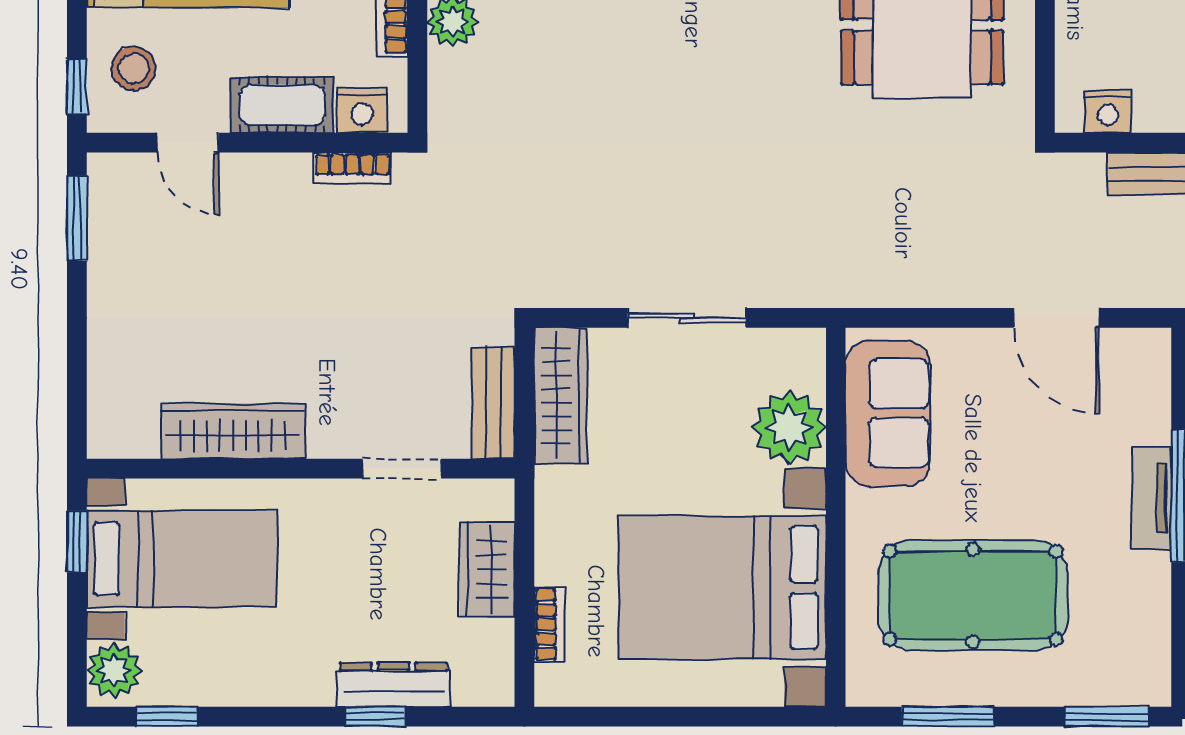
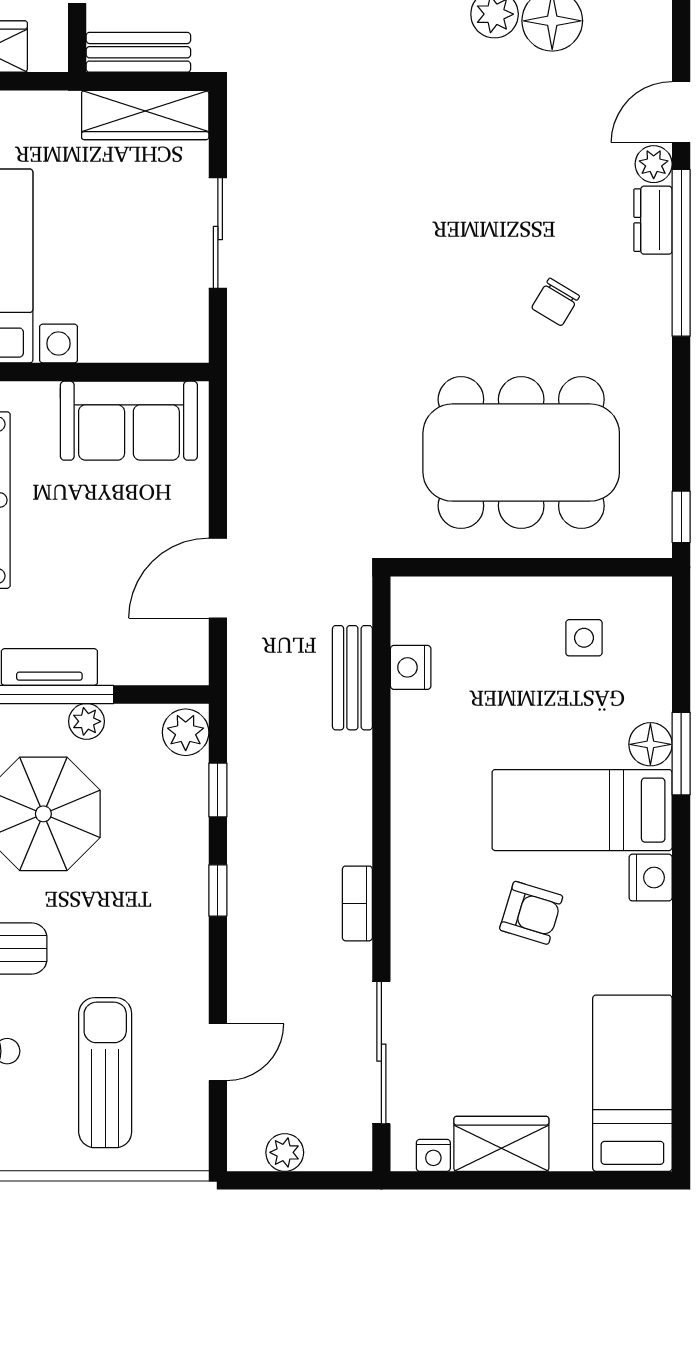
nightstand: (1108, 111) -> (411, 667), moved
plant: (789, 427) -> (116, 328), removed

